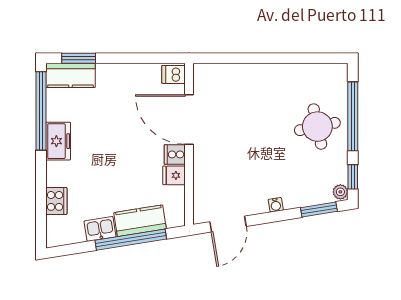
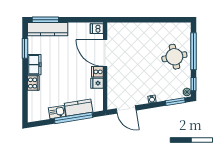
window: (79, 58) -> (45, 20), width x1.44
kitchen counter: (70, 75) -> (48, 29), width x1.50
window: (41, 111) -> (25, 48), width x0.47
cooker: (56, 201) -> (33, 83), moved
door: (228, 224) -> (126, 109), hinge flipped

